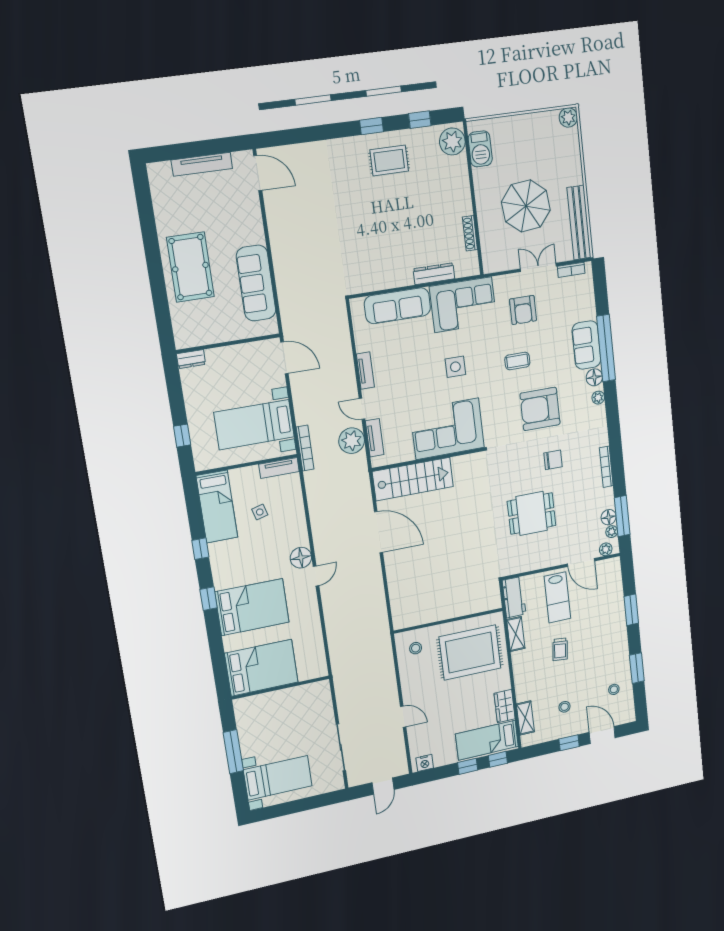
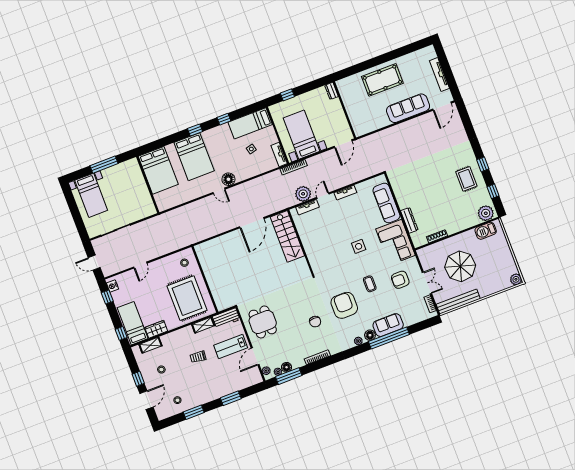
sofa: (256, 283) -> (408, 108), moved
corner sofa: (447, 429) -> (321, 250), removed
dining table: (532, 513) -> (263, 322), moved
window: (468, 766) -> (107, 297), moved

